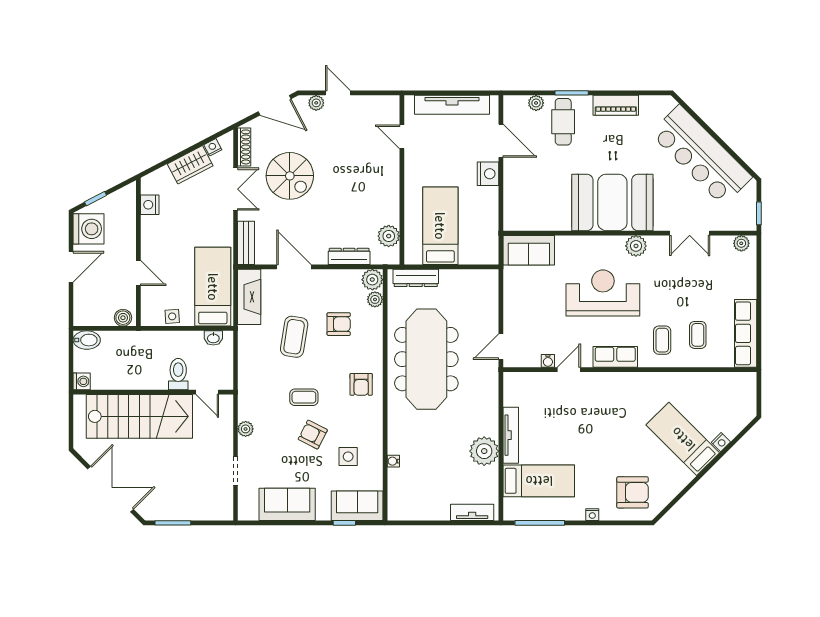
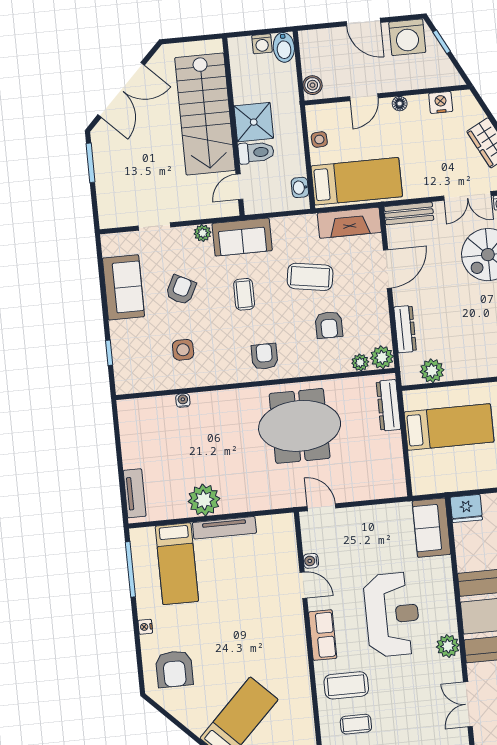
fridge: (515, 217) -> (466, 509), added
floor lamp: (147, 242) -> (400, 104), added
coffee table: (662, 340) -> (346, 685), width x1.36, depth x1.30
meeting table: (426, 359) -> (300, 426), width x0.73
shower: (151, 373) -> (254, 122), added
washing machine: (82, 381) -> (262, 44), moved
armchair: (361, 384) -> (265, 356), turned 90
armchair: (313, 435) -> (181, 290), moved
sofa: (357, 506) -> (242, 237), moved, turned 90

